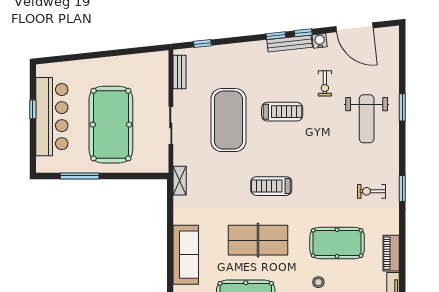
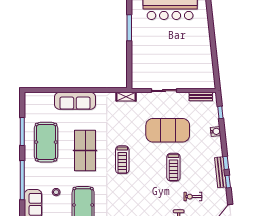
water cooler: (320, 41) -> (216, 131), moved
pool table: (111, 125) -> (165, 49), removed
treadmill: (271, 186) -> (122, 160), turned 180

